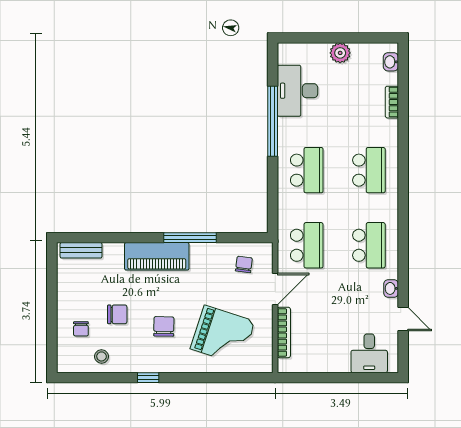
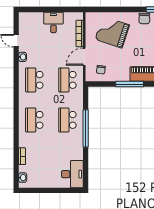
plant: (340, 53) -> (50, 182), removed
desk: (298, 91) -> (72, 174), moved
window: (273, 121) -> (86, 128), moved
chair: (164, 326) -> (144, 19), moved
desk: (369, 353) -> (53, 22), moved

